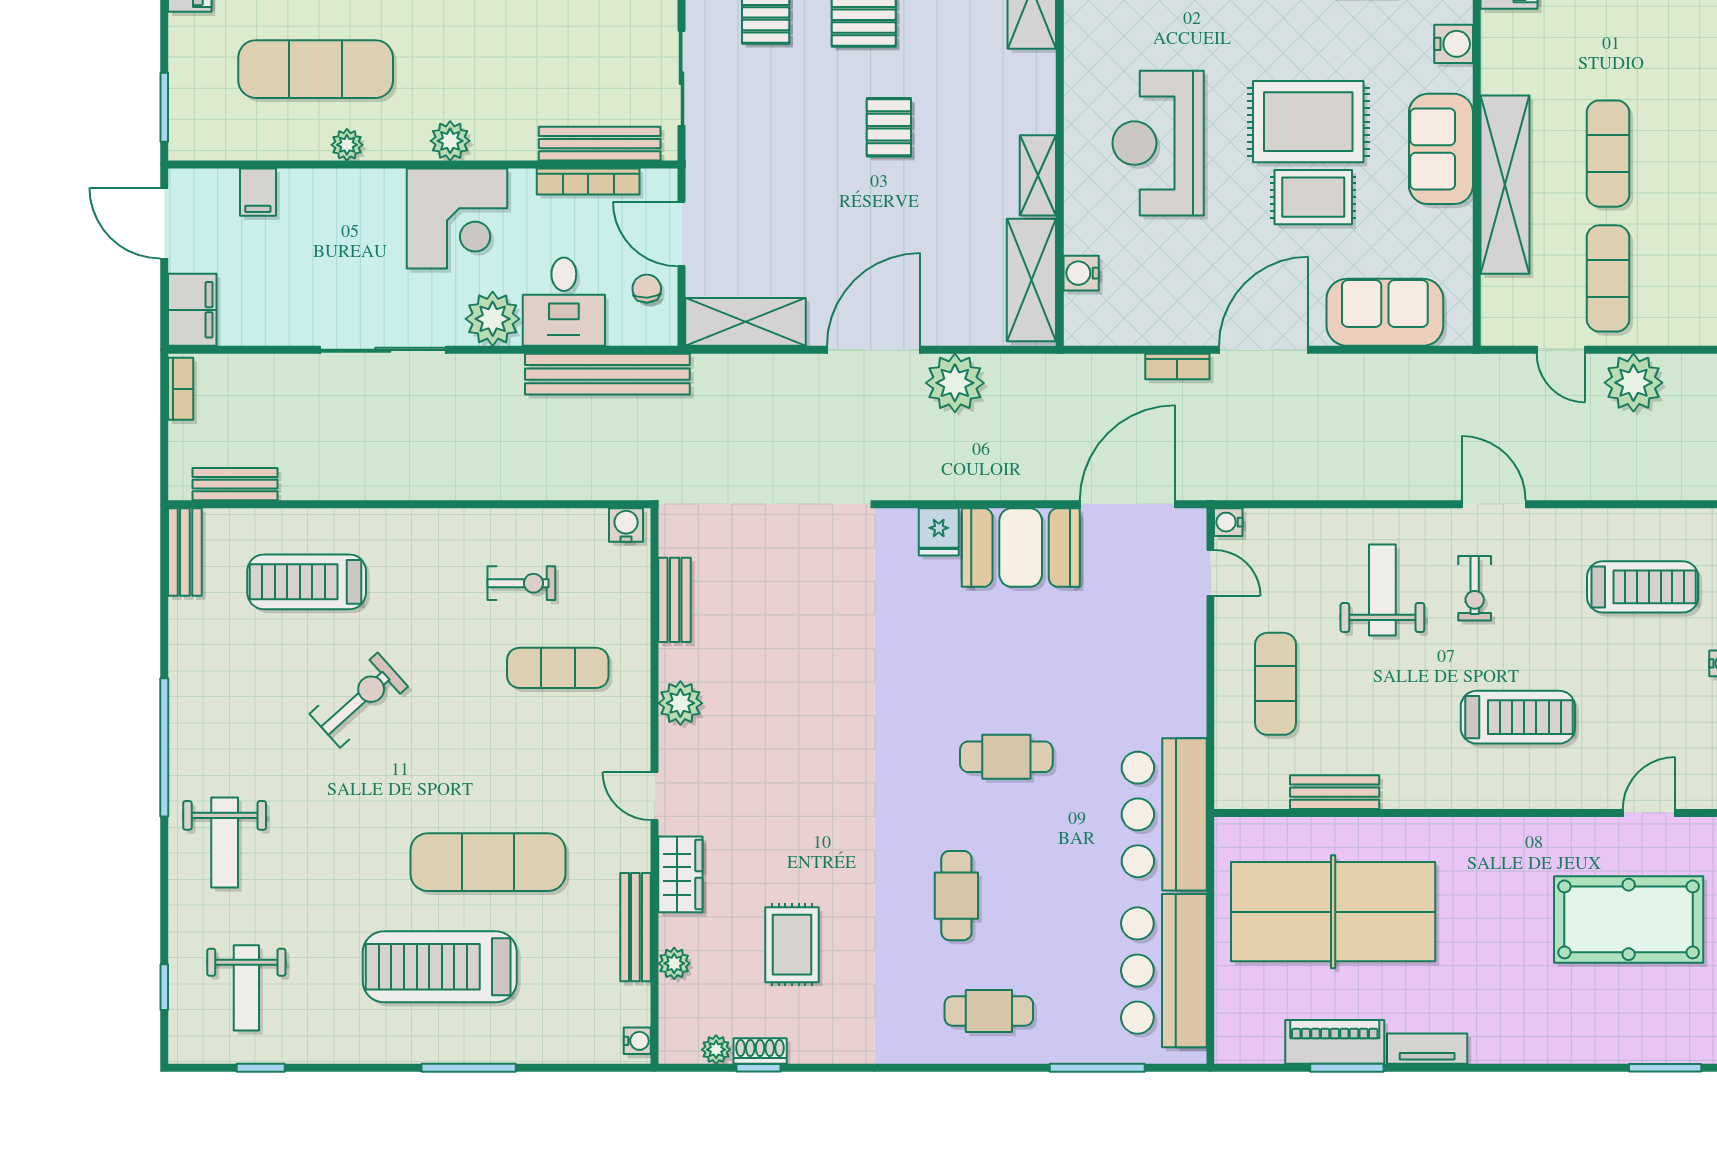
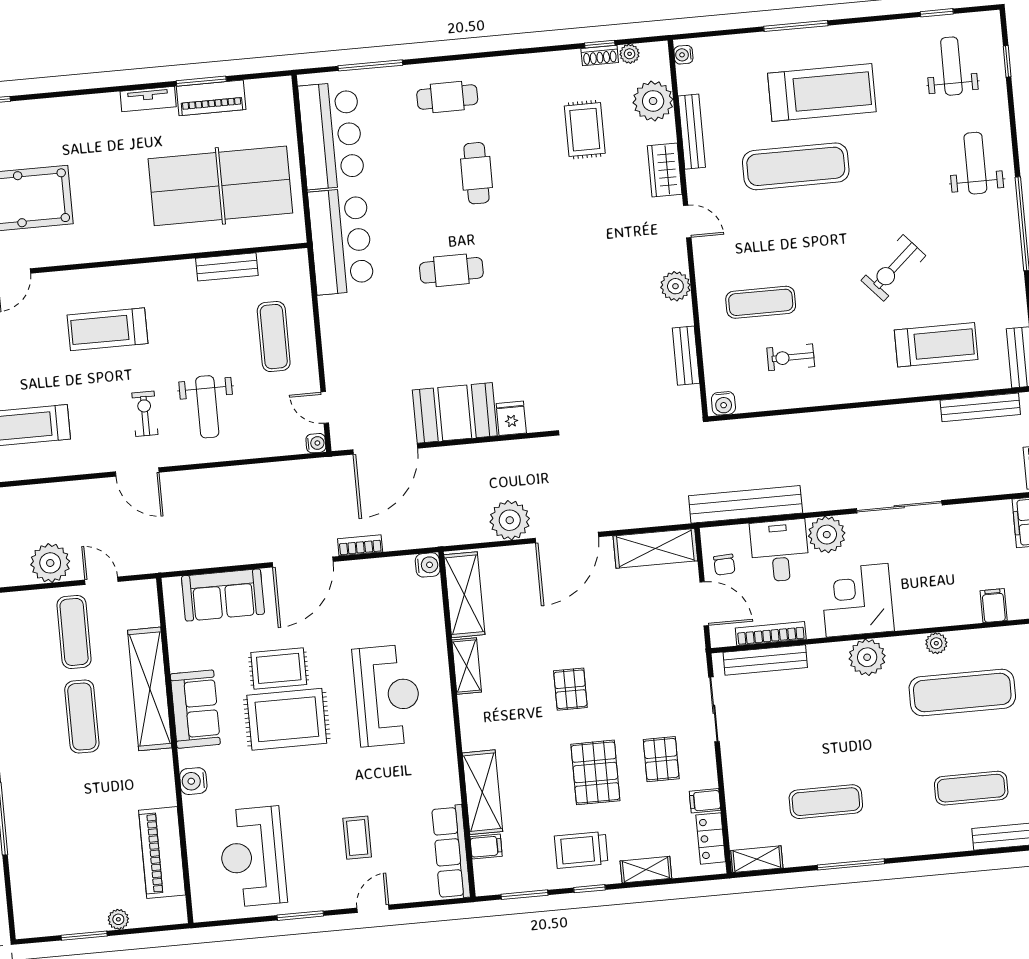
plant: (450, 141) -> (867, 657), width x1.36, depth x1.36
water cooler: (1081, 273) -> (428, 565), moved
bench: (235, 484) -> (980, 407), width x1.36
plant: (674, 963) -> (653, 101), width x1.88, depth x1.88

